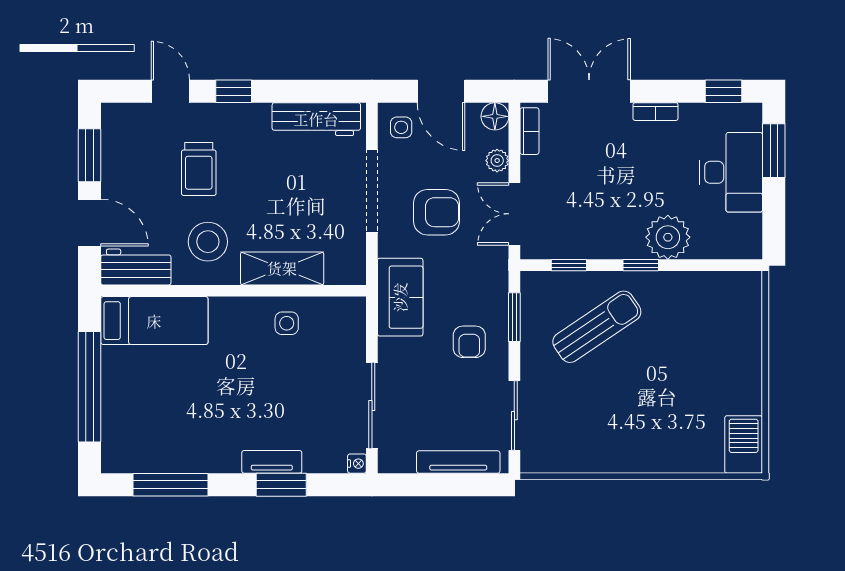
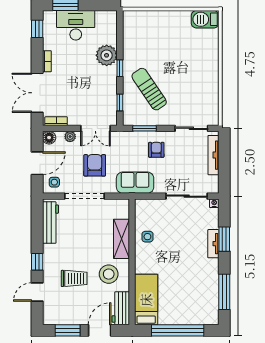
armchair: (469, 342) -> (156, 150), turned -90

